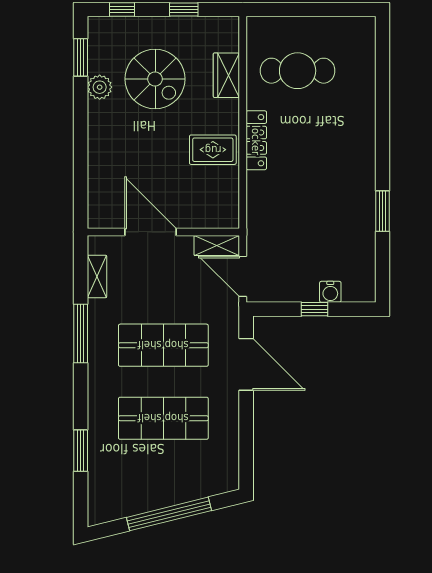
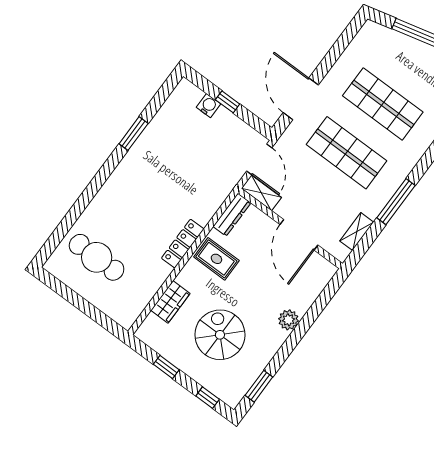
cafe table: (298, 71) -> (97, 257), moved
plant: (100, 87) -> (289, 320), moved
dresser: (230, 203) -> (232, 215), added

